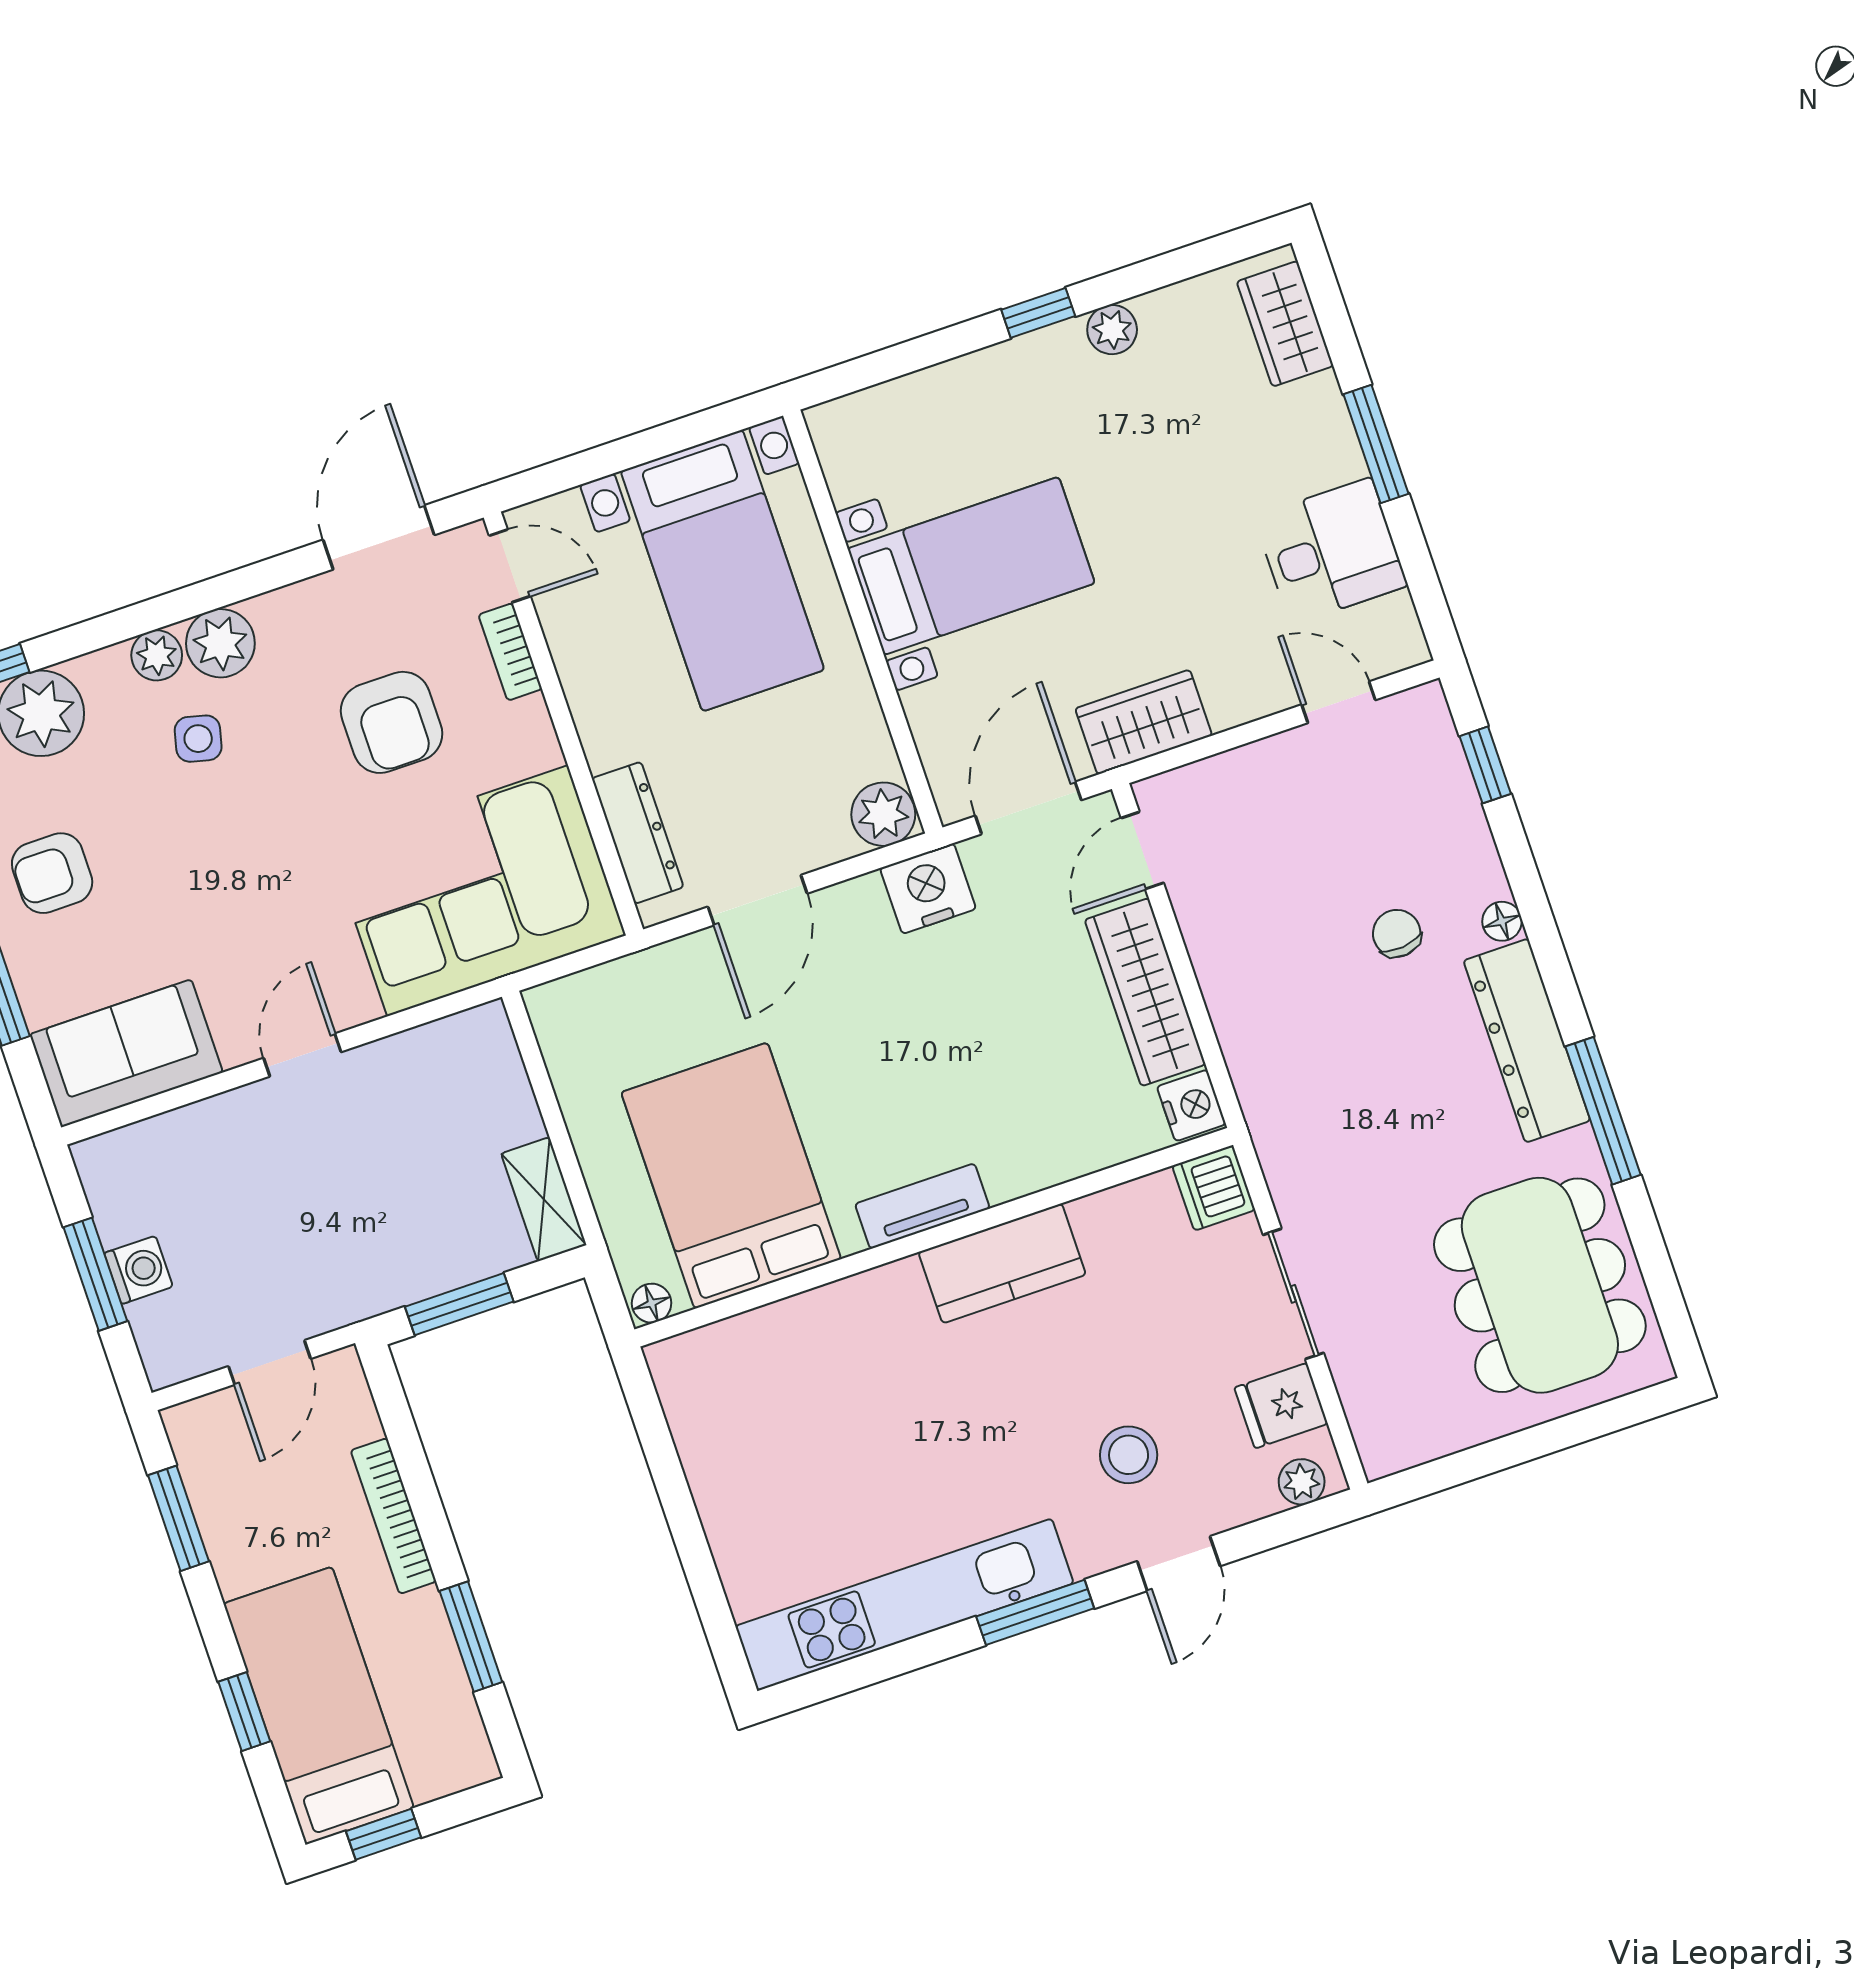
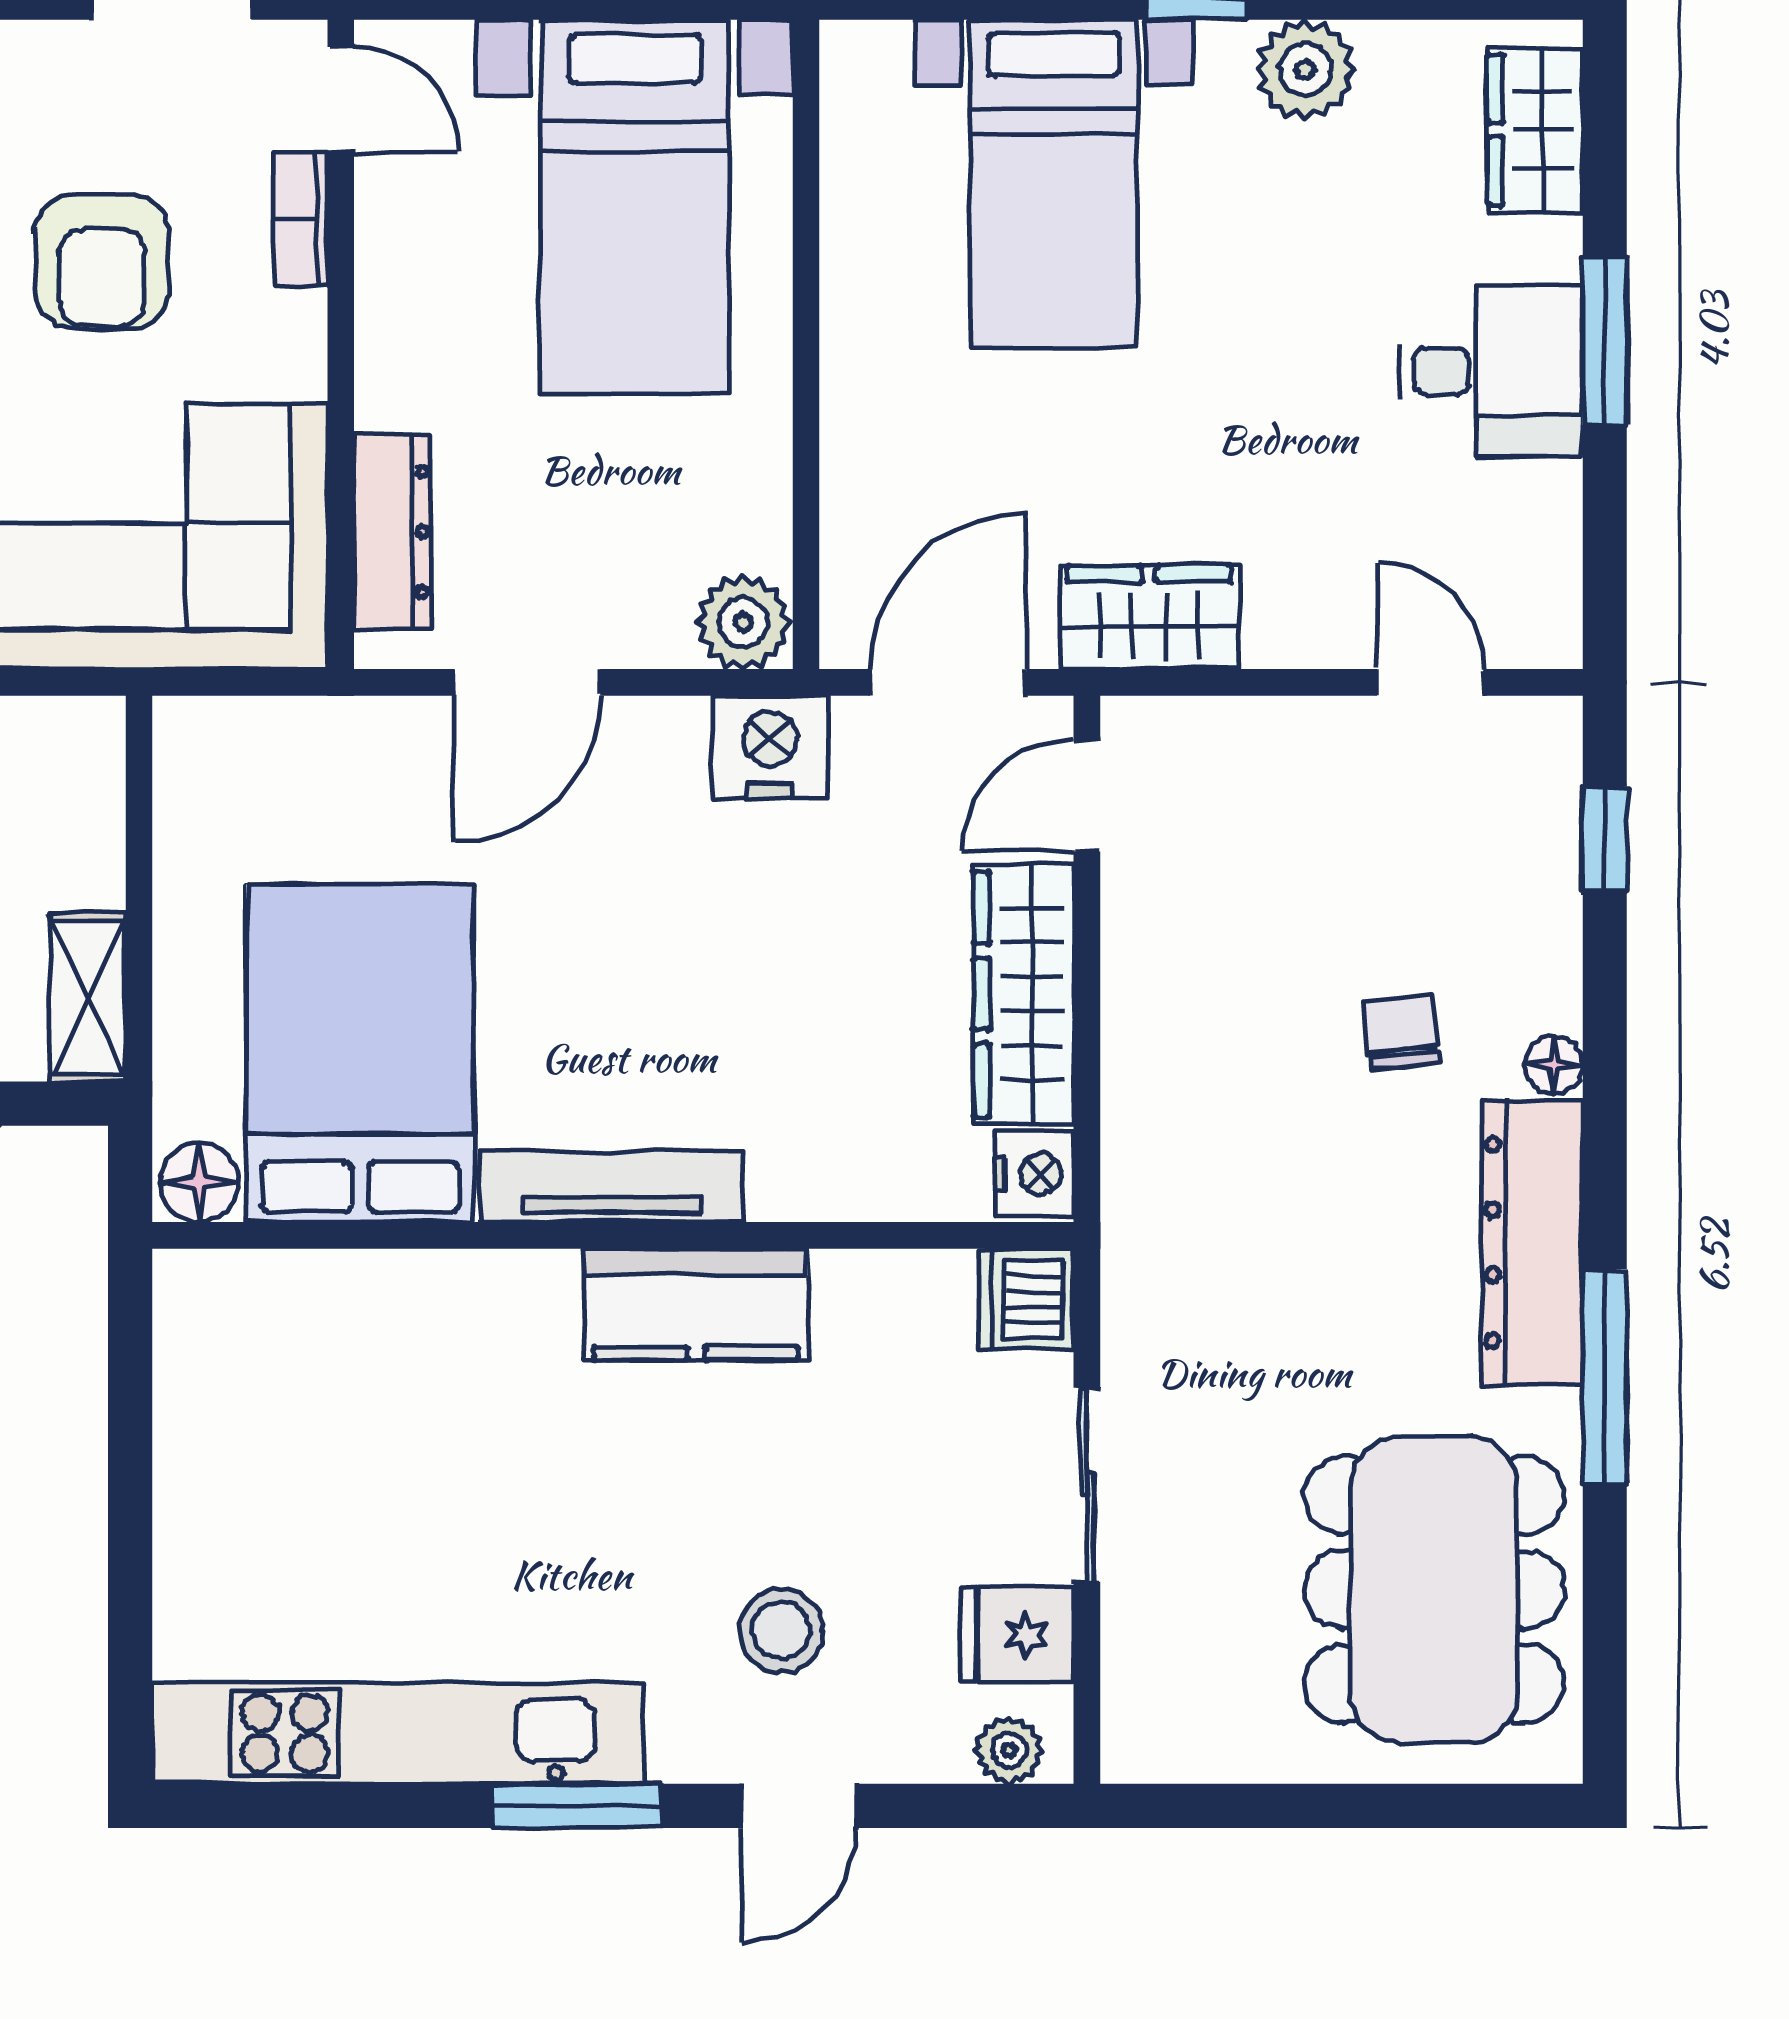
plant: (1112, 330) -> (1305, 70), width x1.38, depth x1.38
desk: (1331, 551) -> (1491, 371), moved
bed with nightstands: (971, 566) -> (1054, 184), moved, turned 90
tv unit: (922, 1206) -> (612, 1187), width x1.41
floor lamp: (652, 1303) -> (199, 1183), width x1.37, depth x1.37

